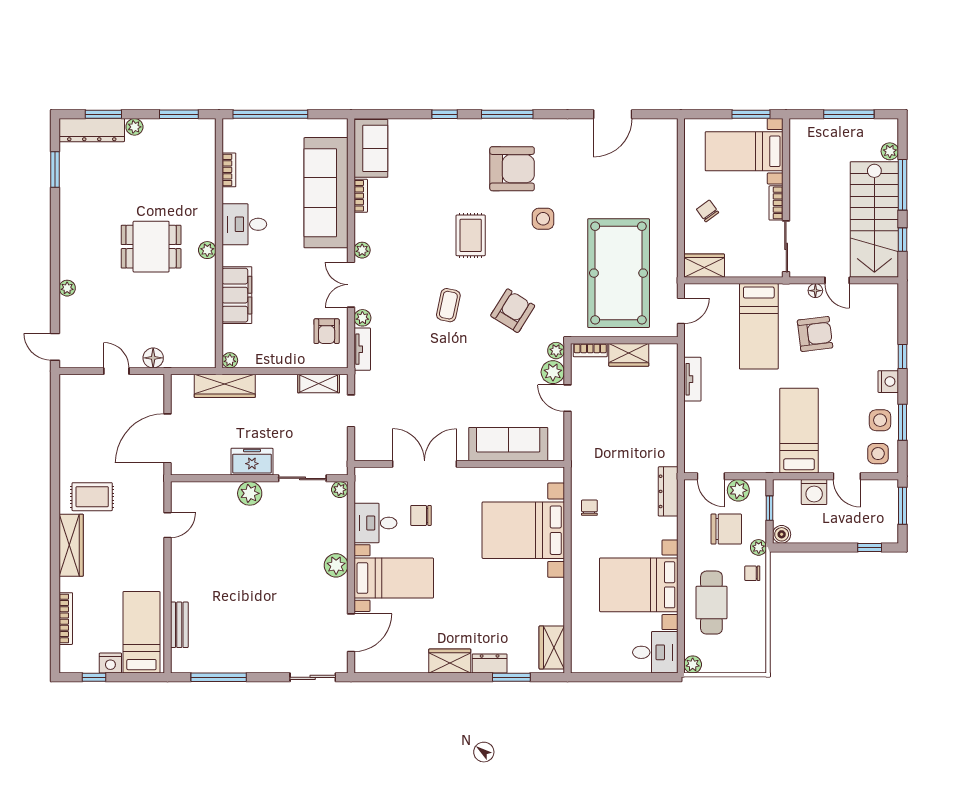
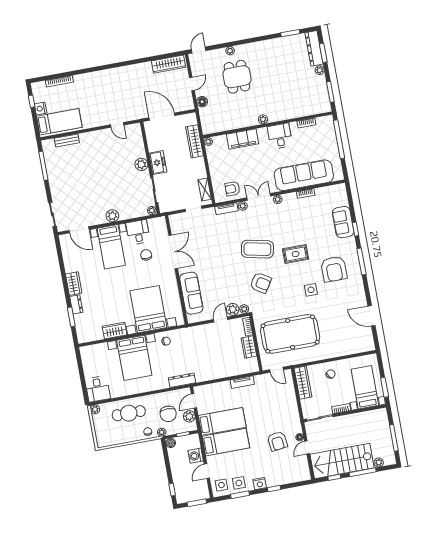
sofa: (371, 148) -> (343, 222), moved, turned 90
dining table: (151, 247) -> (237, 77), moved
wardrobe: (704, 266) -> (303, 383), width x1.50
coffee table: (448, 305) -> (257, 249), width x1.86, depth x1.72
bed: (759, 326) -> (222, 421), moved, turned 180
rug: (92, 497) -> (125, 83), removed
wardrobe: (71, 545) -> (168, 64), moved
bed with nightstands: (639, 585) -> (134, 358), moved, turned 180
wardrobe: (552, 647) -> (115, 331), moved

